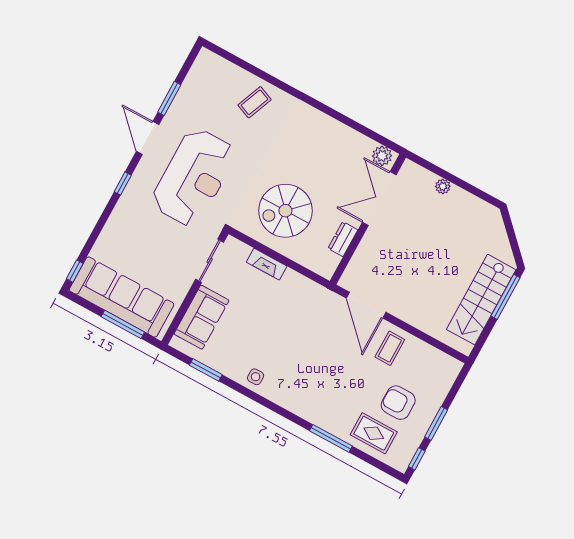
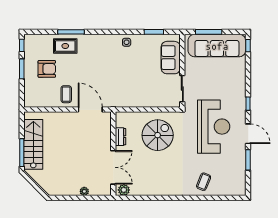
reception desk: (194, 177) -> (214, 127), turned 180
fireplace: (267, 264) -> (152, 103), removed
rug: (374, 433) -> (65, 46), moved

